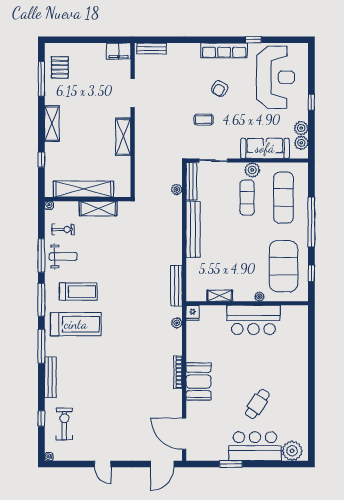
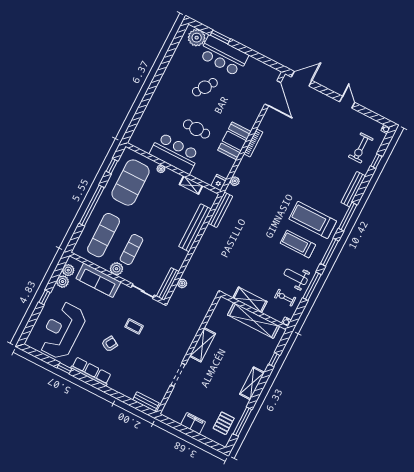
filing cabinet: (119, 51) -> (193, 423), moved
bench: (193, 229) -> (195, 228), moved
cafe table: (244, 356) -> (197, 129), added
booth: (199, 382) -> (234, 141), moved
window: (231, 464) -> (220, 37), moved

